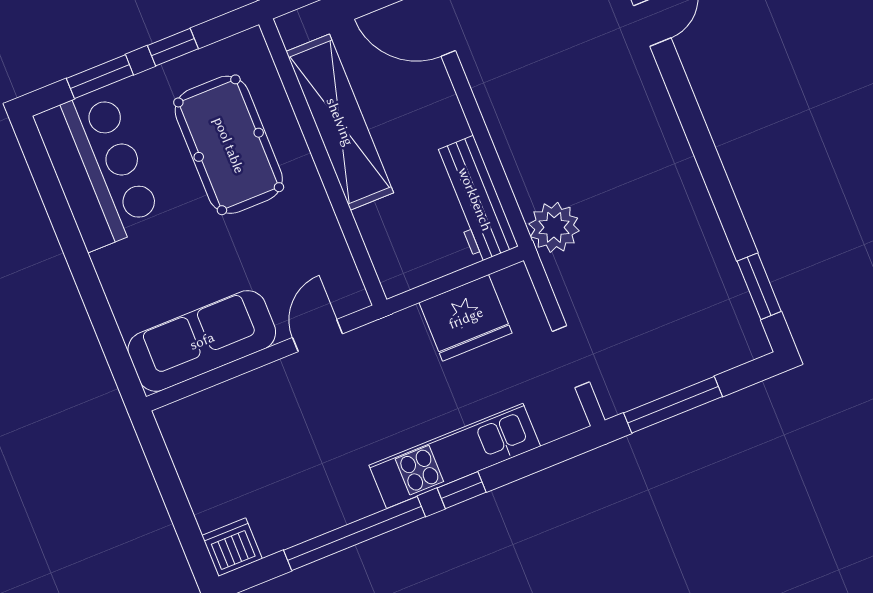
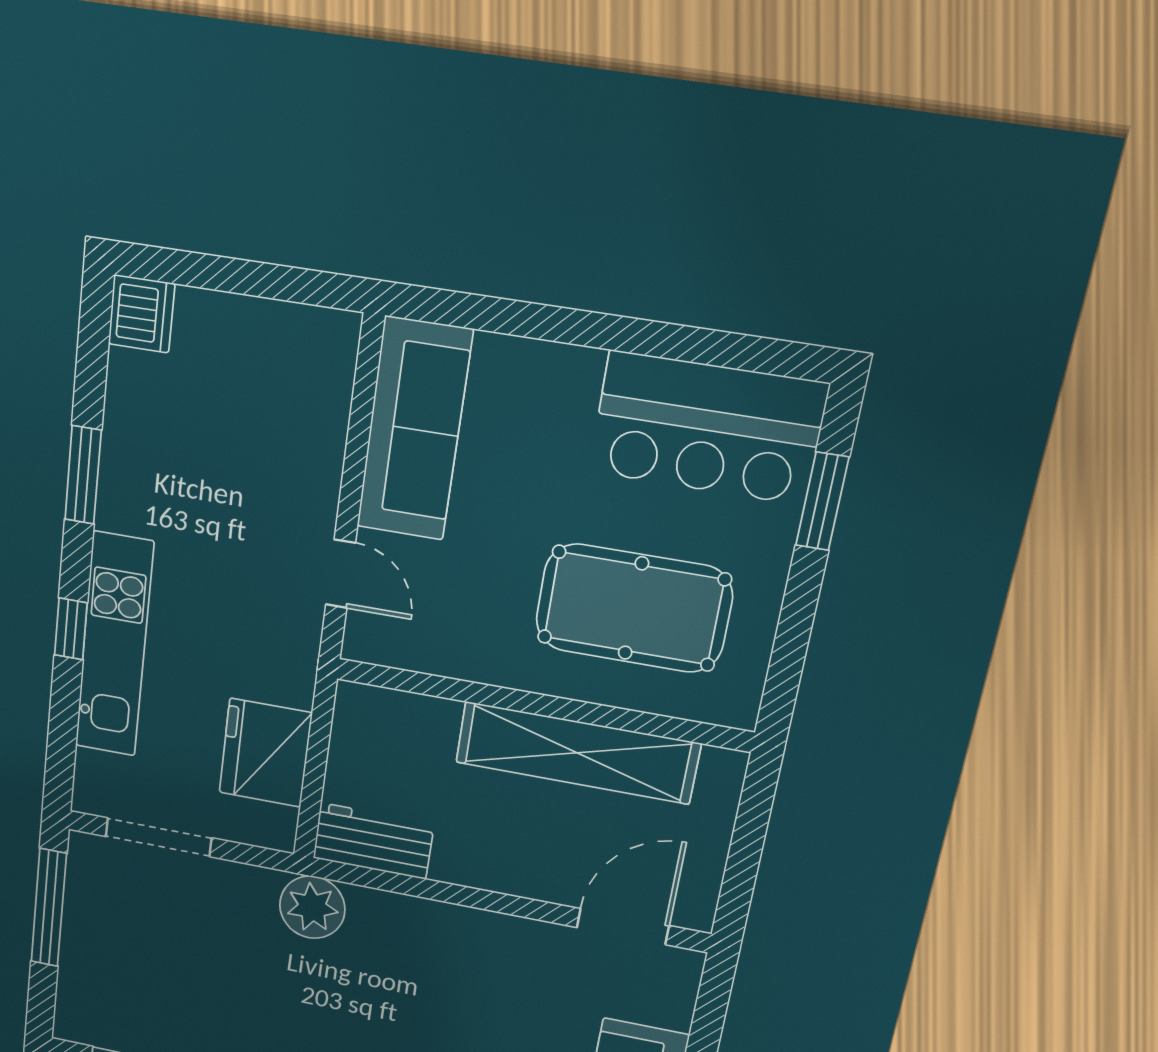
window: (173, 47) -> (797, 614), removed
workbench: (475, 199) -> (373, 841), width x0.73
doorway: (571, 357) -> (159, 837), width x1.38
window: (355, 533) -> (83, 475), width x0.47

